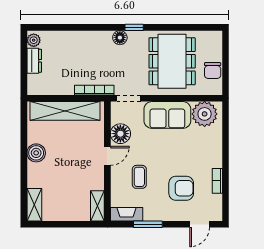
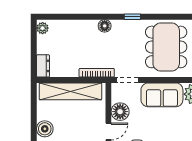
floor lamp: (120, 38) -> (105, 26), moved
dresser: (34, 61) -> (43, 66), moved

